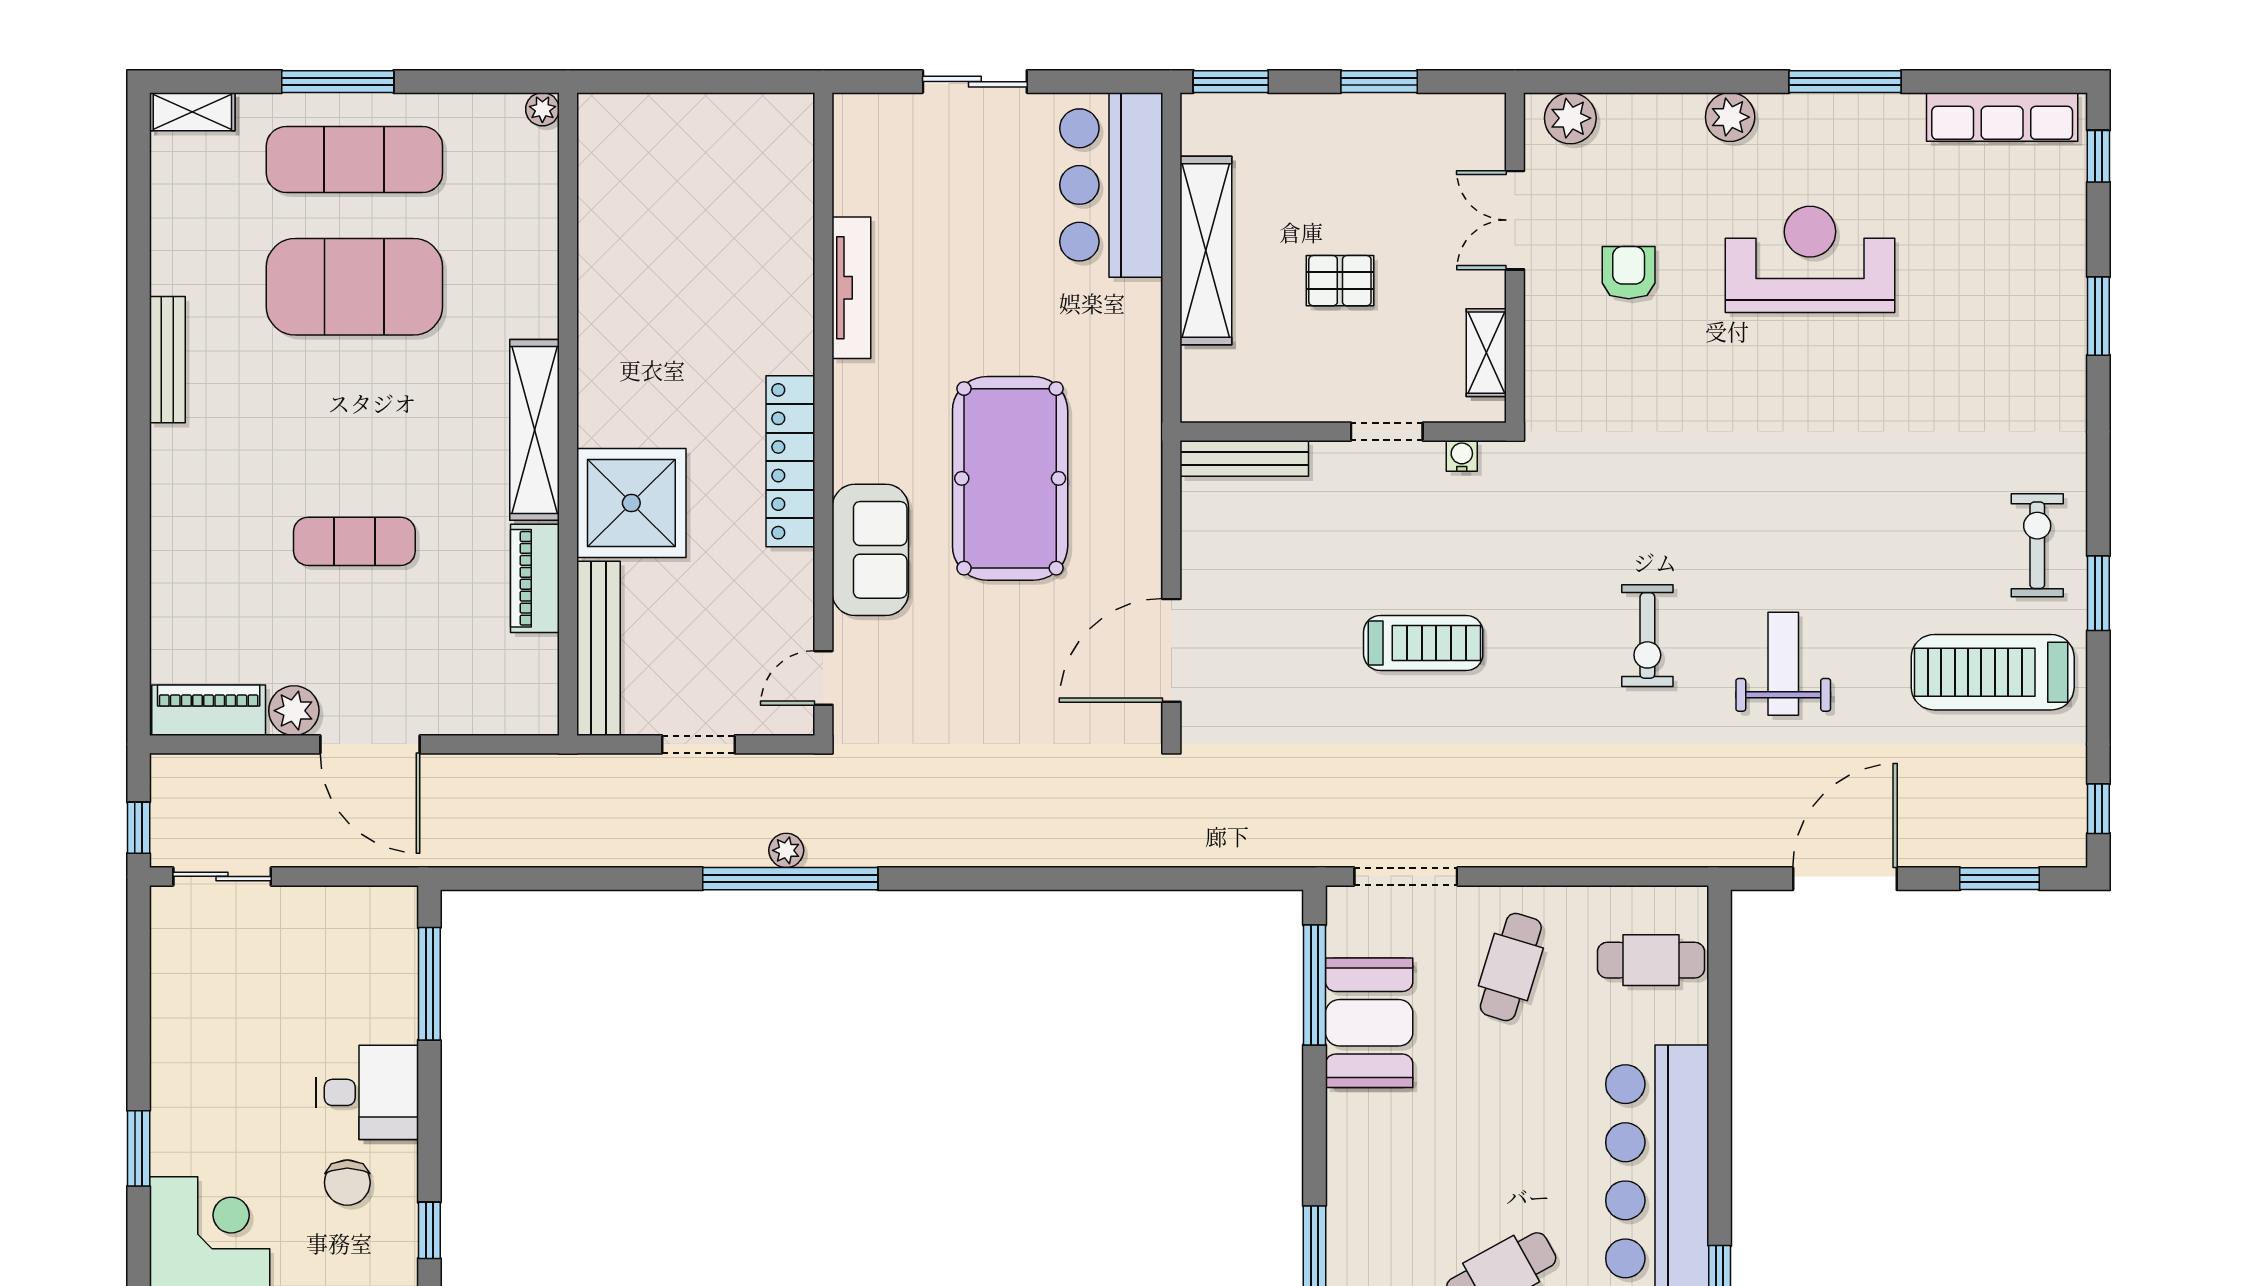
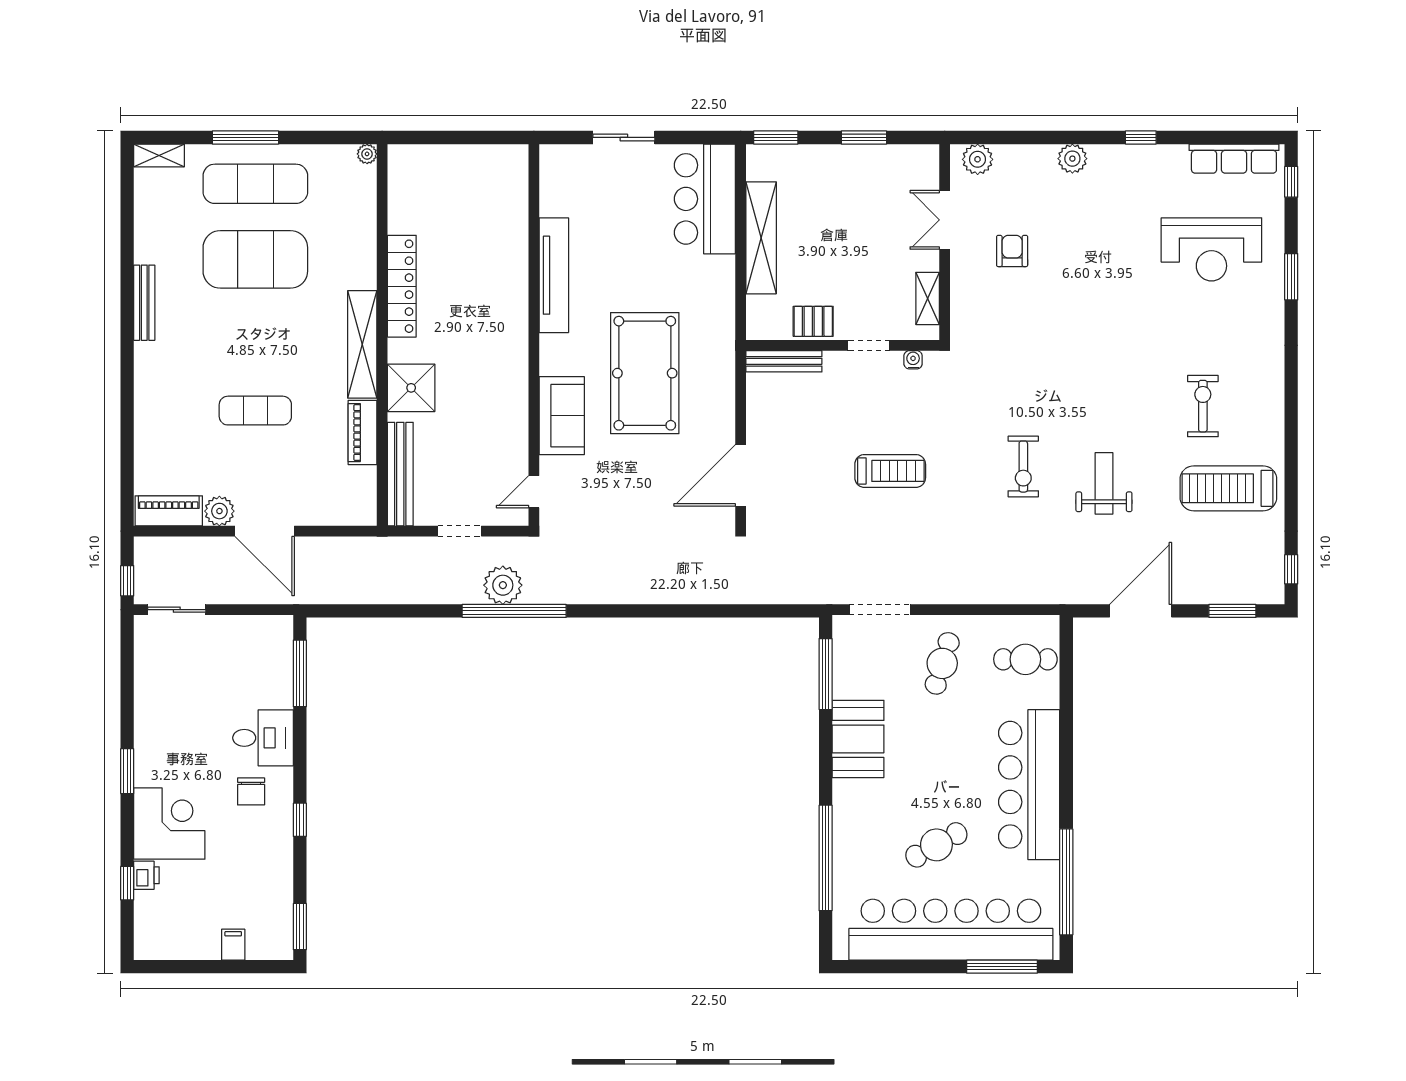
window: (1845, 82) -> (1141, 137), width x0.46
reception desk: (1810, 259) -> (1211, 249), moved, turned 180
pallet: (1340, 281) -> (813, 321), moved
tv unit: (851, 288) -> (554, 275), width x1.36, depth x1.29
locker: (790, 461) -> (402, 286), moved, turned 180
shower: (631, 503) -> (411, 388), width x0.73, depth x0.73
exercise bike: (2037, 545) -> (1203, 406), moved
window: (2098, 593) -> (1291, 441), removed
plant: (786, 850) -> (503, 585), width x1.88, depth x1.88
booth: (1369, 1023) -> (858, 739), moved

